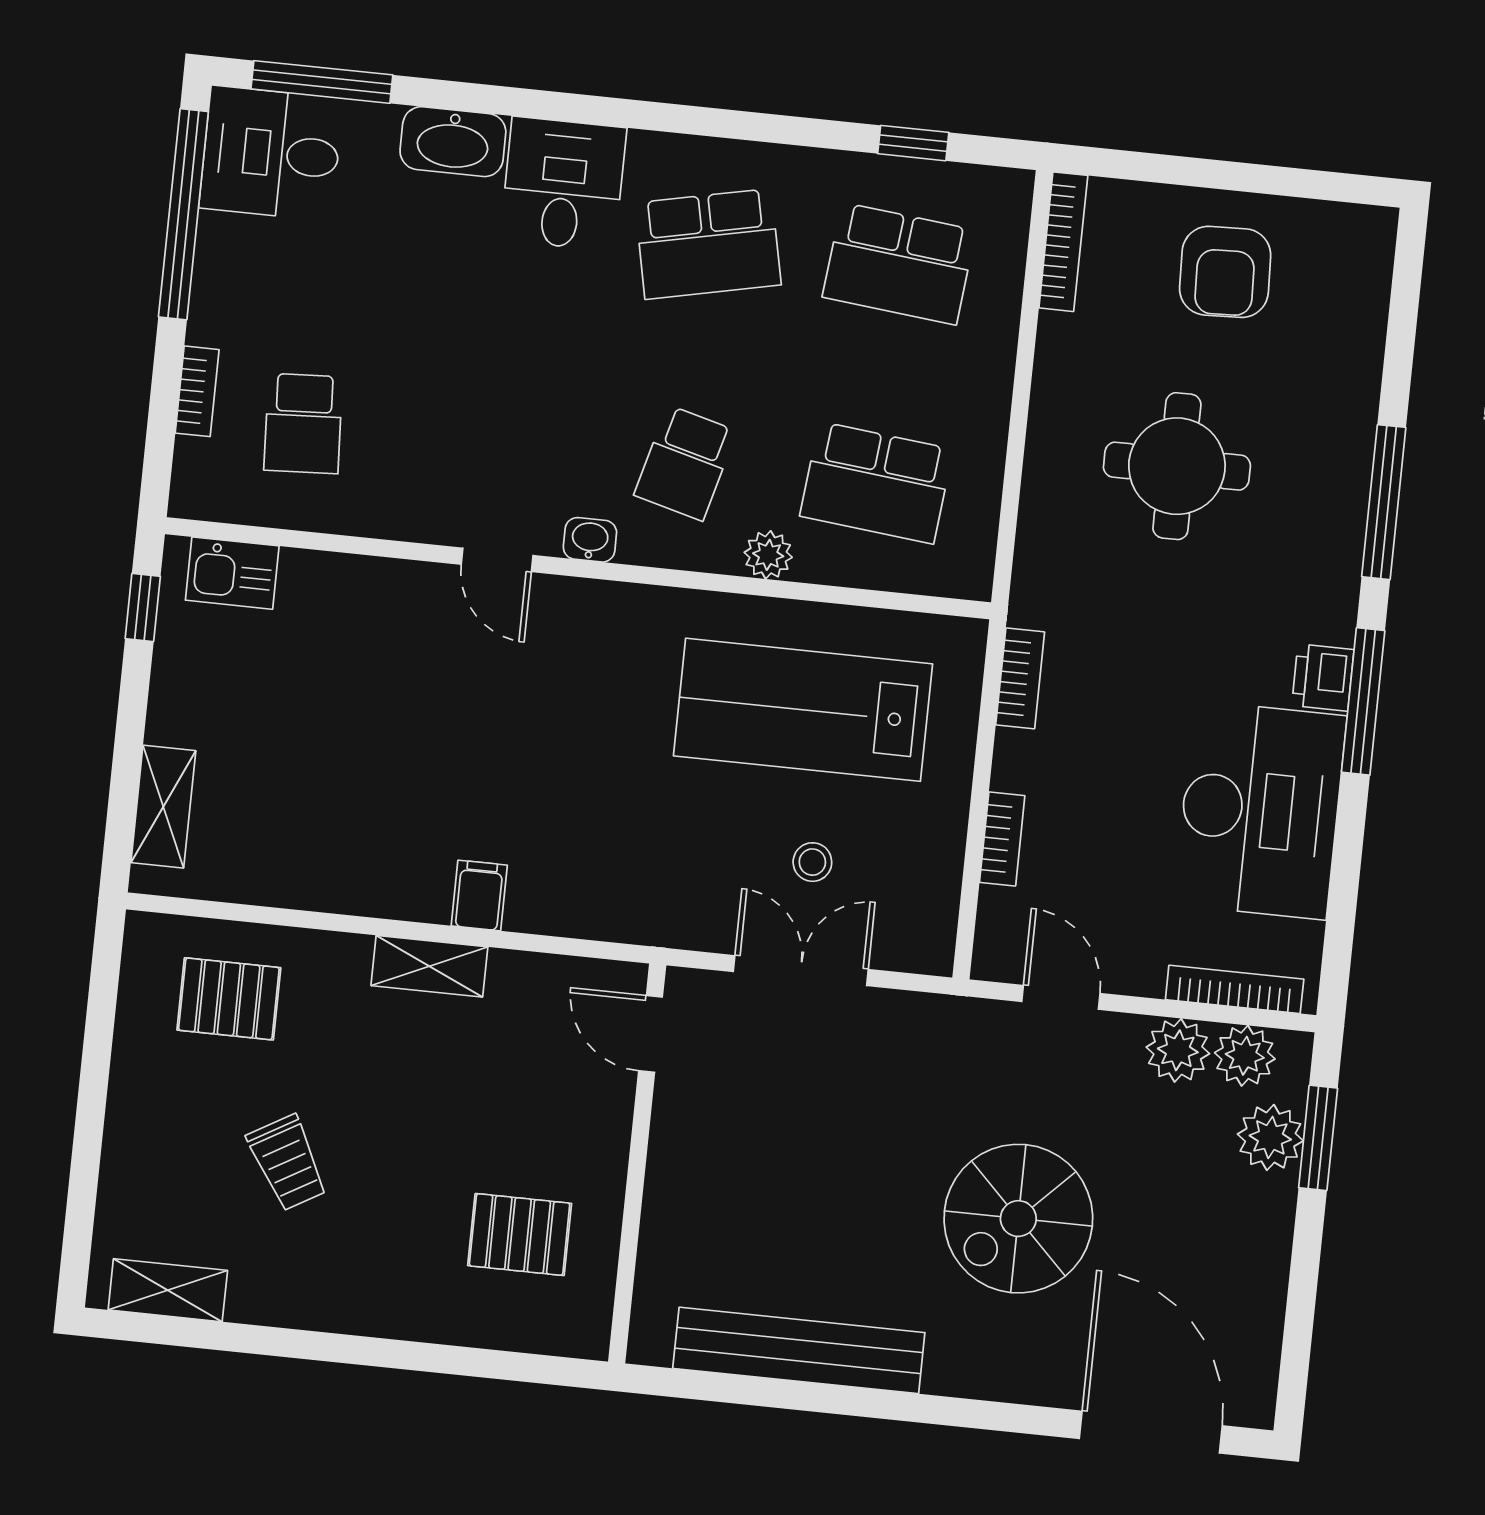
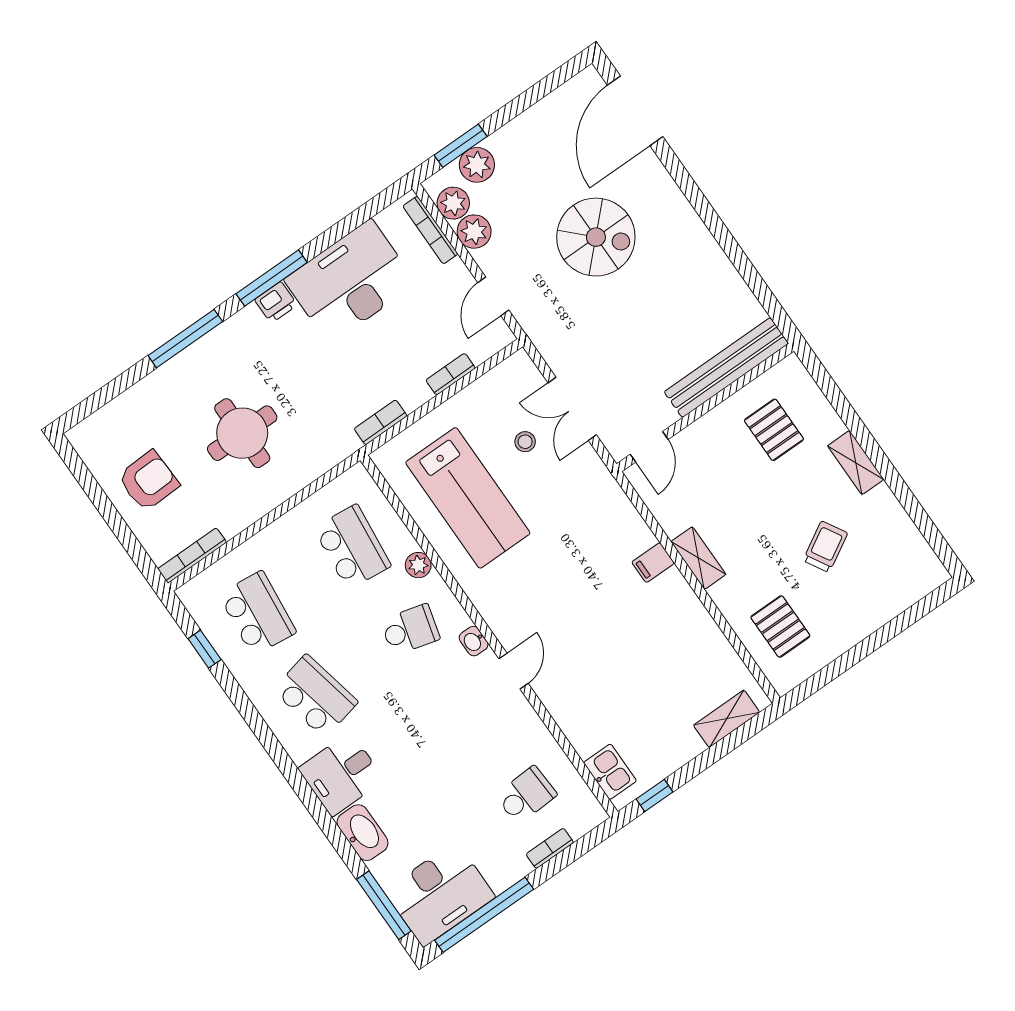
desk: (271, 153) -> (440, 894), width x1.37
shelving: (168, 1290) -> (856, 463), moved
bench: (799, 1350) -> (726, 368), moved, turned 90

